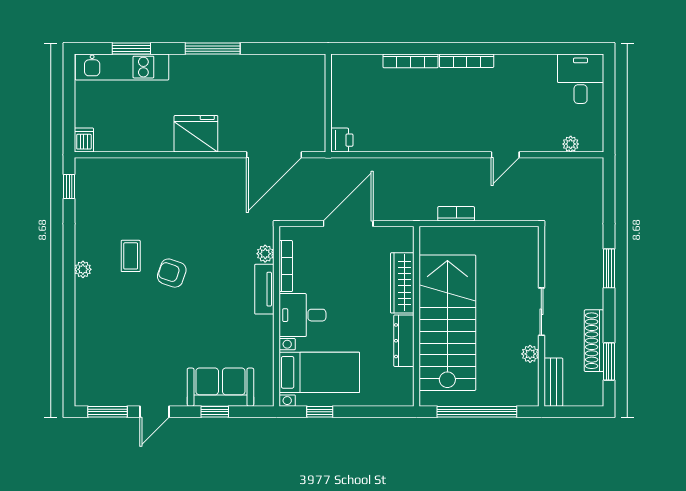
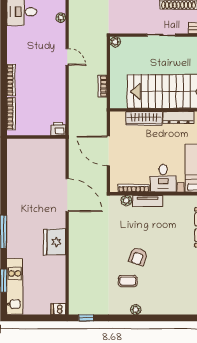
wall: (328, 103) -> (36, 137), moved
printer: (342, 140) -> (58, 129), moved
plant: (530, 354) -> (115, 42), moved

